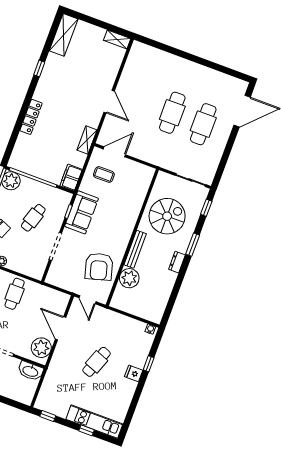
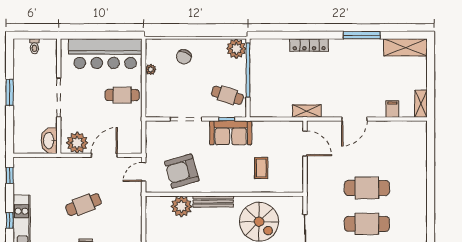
window: (39, 68) -> (362, 35), width x2.17
coffee table: (104, 175) -> (261, 168), moved
filing cabinet: (71, 178) -> (392, 109), moved, width x0.50
cafe table: (33, 218) -> (227, 95), moved
cafe table: (97, 362) -> (84, 205), turned -42

